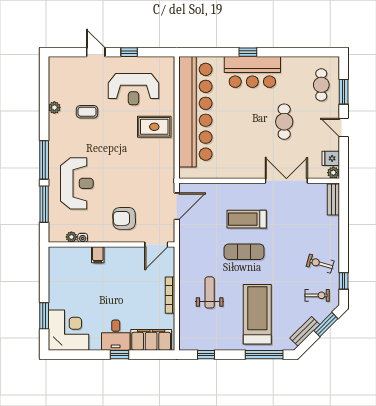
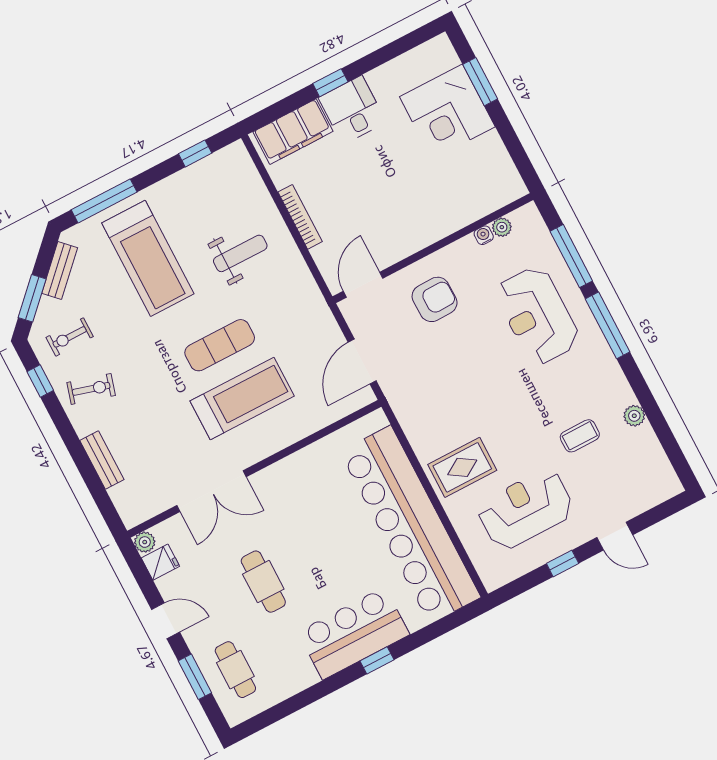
bench: (333, 199) -> (102, 460), moved
treadmill: (247, 219) -> (242, 398), width x1.37, depth x1.38
filing cabinet: (98, 255) -> (446, 221), removed
weight bench: (210, 292) -> (240, 253), turned -90
corner desk: (68, 330) -> (447, 112), moved

